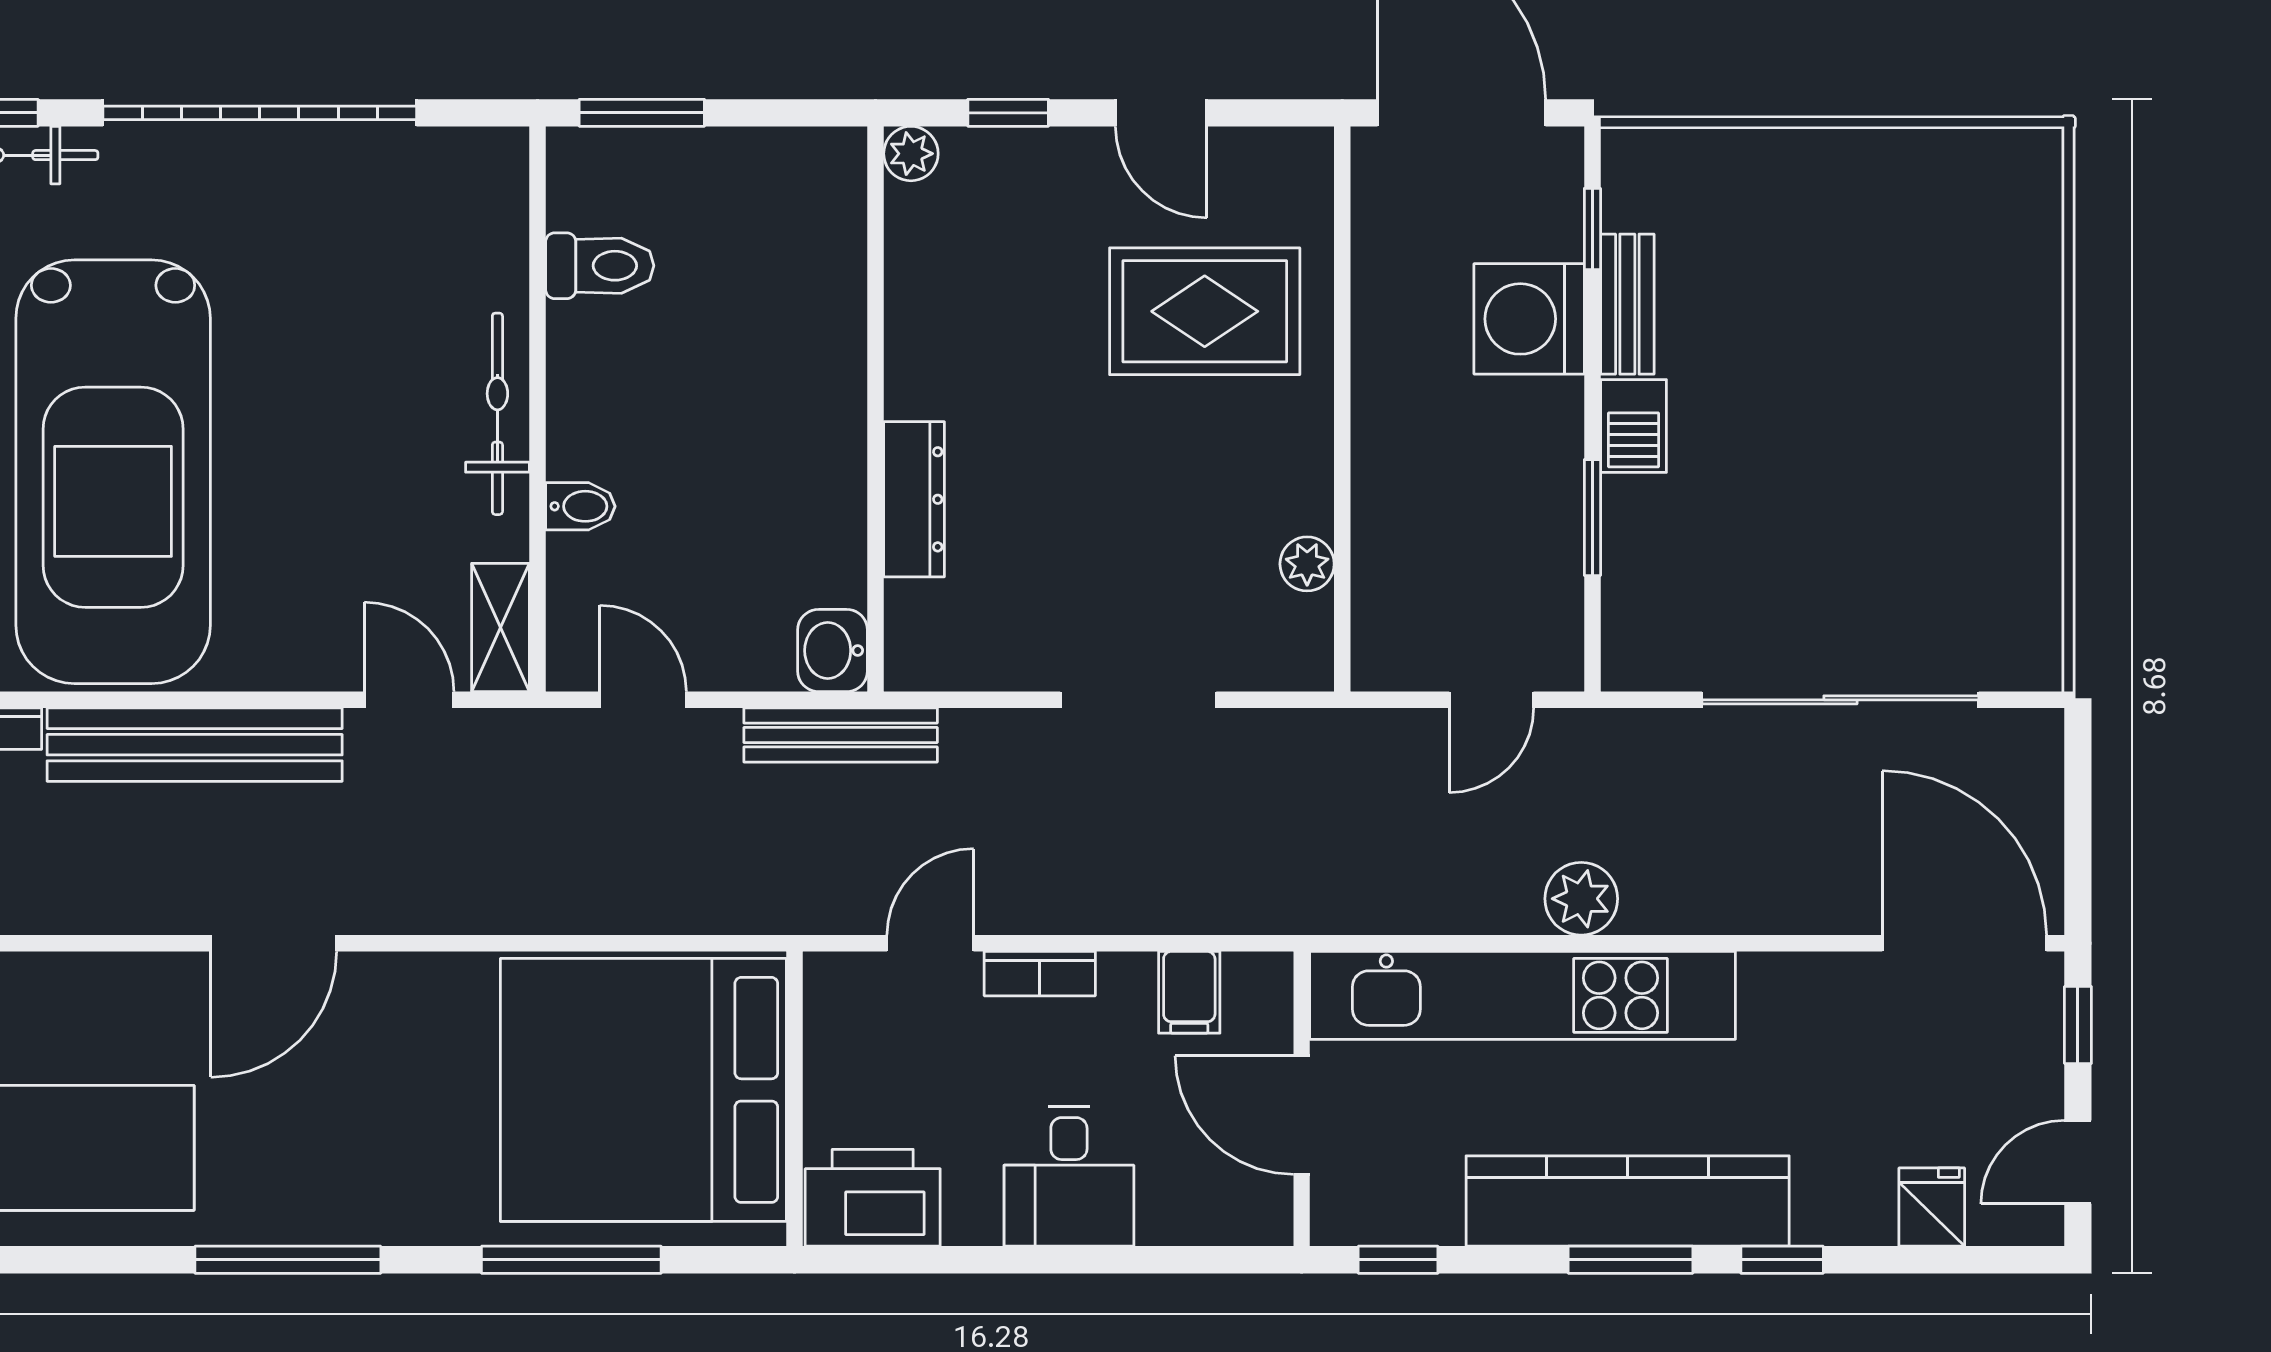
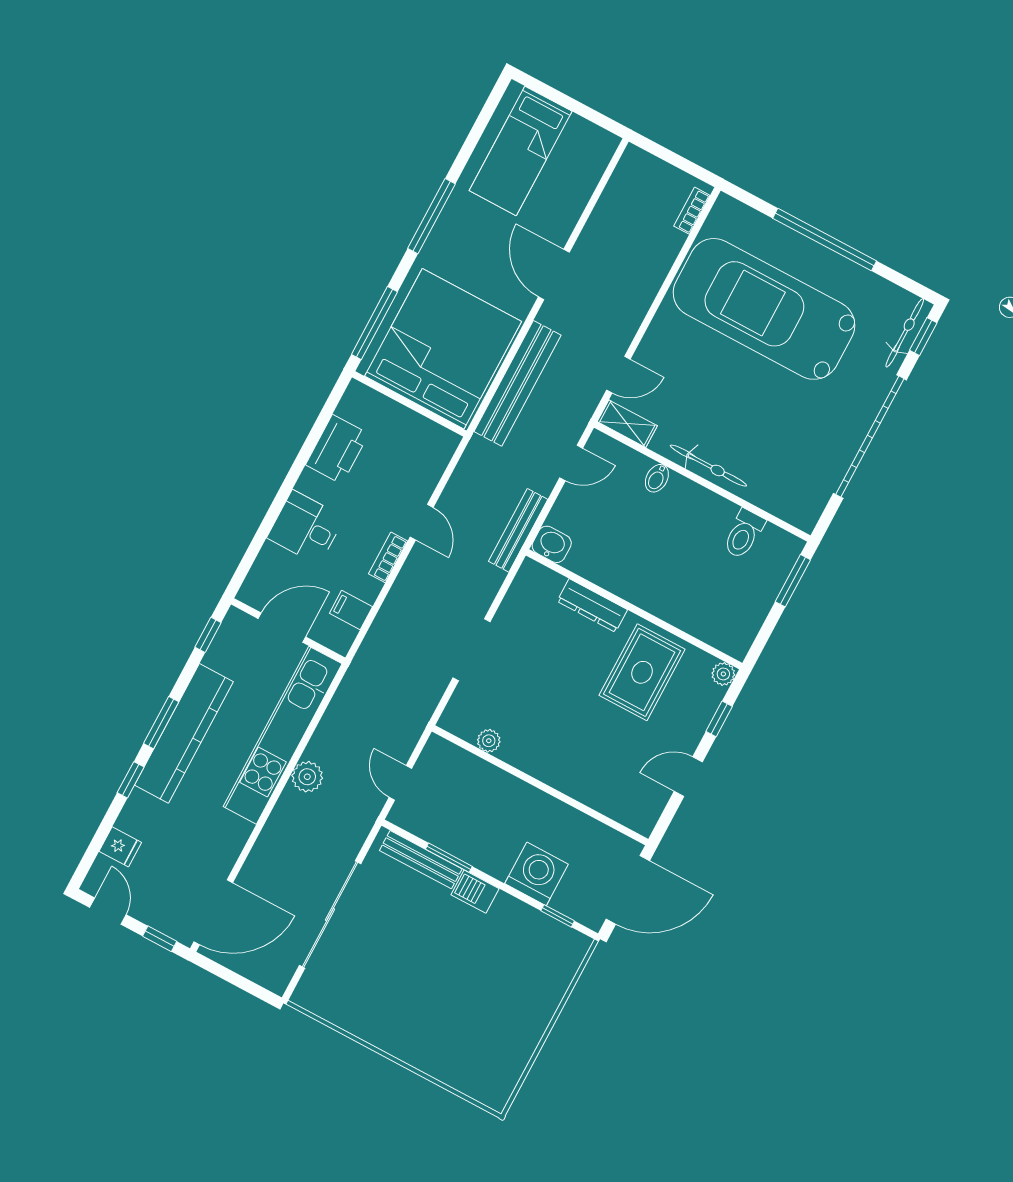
bench: (1627, 304) -> (421, 860), moved, width x1.36
rug: (1205, 311) -> (642, 672), moved
bench: (195, 745) -> (517, 383), moved
bed: (643, 1090) -> (443, 349), moved
wall: (794, 1099) -> (409, 404), moved

